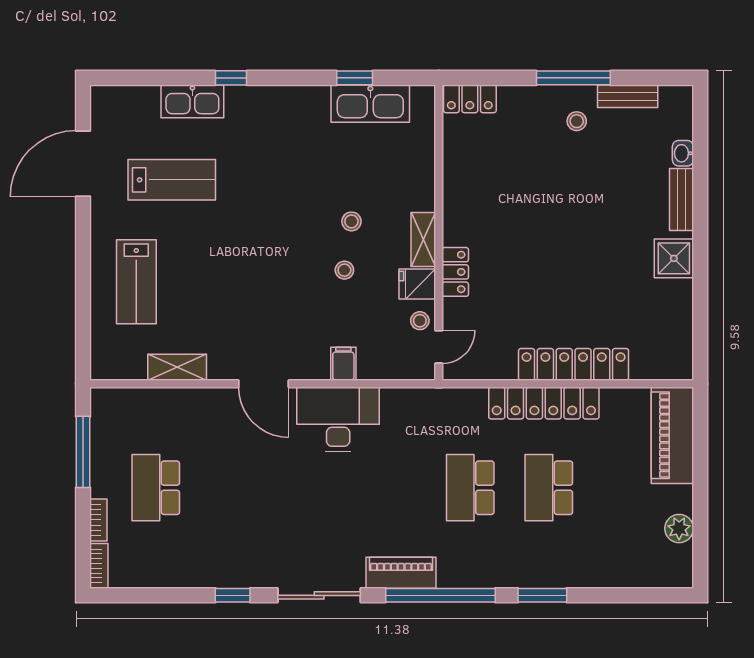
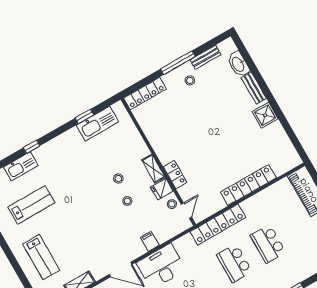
locker: (470, 99) -> (145, 93), width x1.53
washbasin: (683, 153) -> (238, 64), width x1.91, depth x1.45
locker: (544, 403) -> (218, 224), moved

